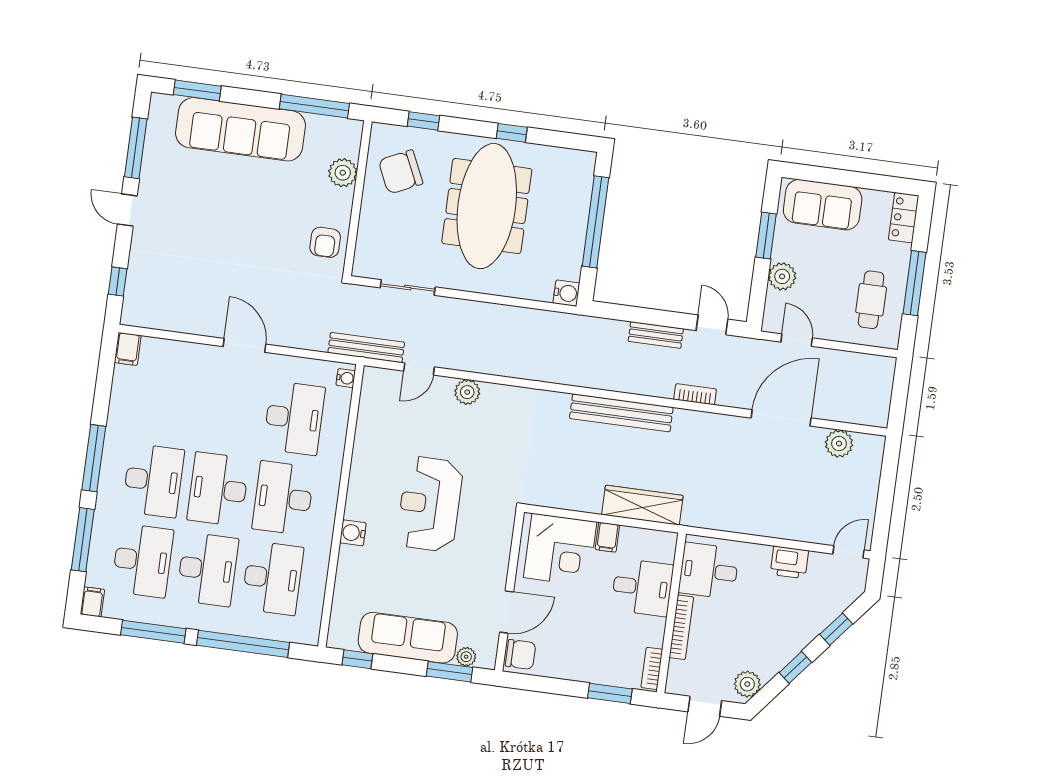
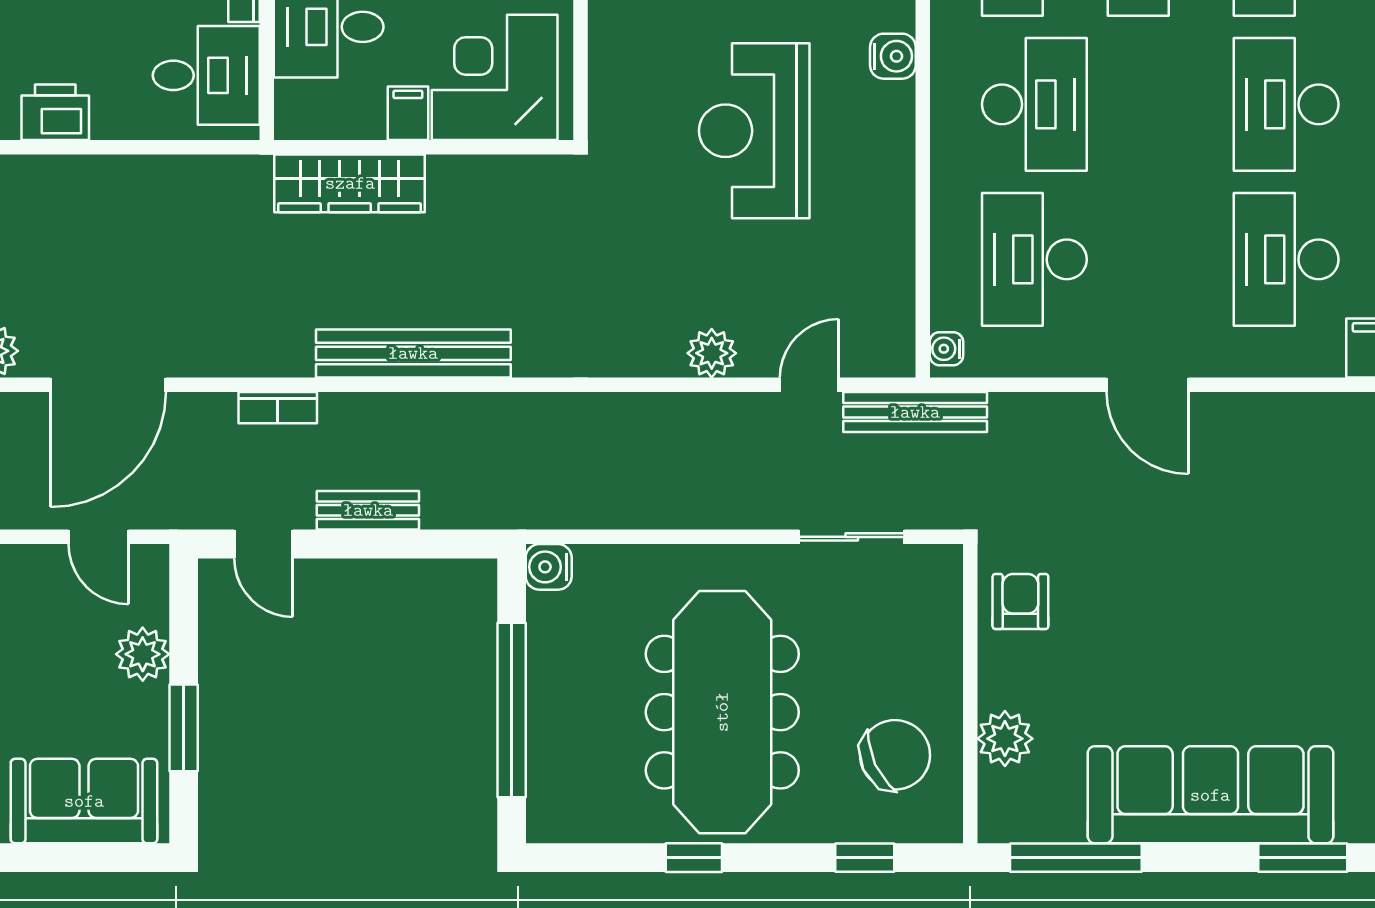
desk: (218, 489) -> (1286, 259), moved, turned 180
reception desk: (430, 504) -> (754, 131), turned 180

